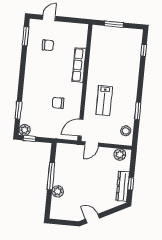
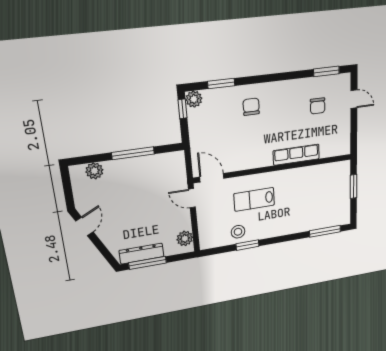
window: (144, 50) -> (325, 231), width x2.17
chair: (58, 103) -> (251, 107), moved
stool: (126, 131) -> (238, 232), moved
window: (131, 184) -> (147, 263), width x2.17
plant: (58, 191) -> (94, 171), moved

